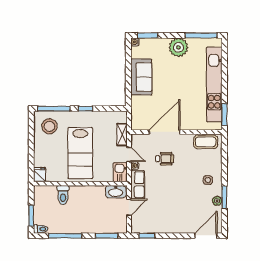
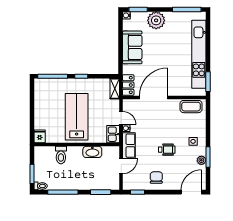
plant: (178, 47) -> (156, 20), moved
locker: (137, 118) -> (128, 85), added
stool: (49, 126) -> (48, 92), removed
shelving: (122, 135) -> (115, 89), moved
lab bench: (80, 153) -> (77, 117), turned 180
wheelchair: (165, 159) -> (167, 150), moved
washbasin: (116, 192) -> (92, 152), moved
chair: (168, 220) -> (156, 178), added

